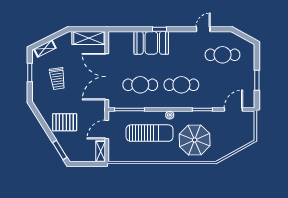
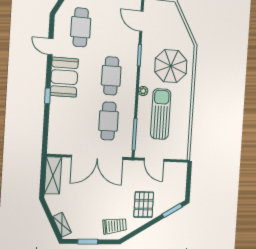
booth: (151, 43) -> (64, 77), moved
trolley: (57, 79) -> (115, 226), moved
shelving: (101, 151) -> (176, 167), removed

